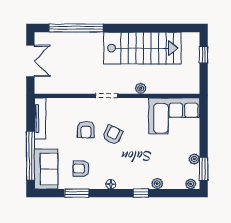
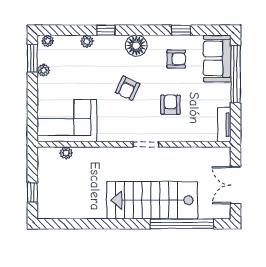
stairs: (142, 48) -> (152, 200), moved
plant: (141, 88) -> (66, 153), moved
tv unit: (40, 119) -> (224, 125), width x0.71
armchair: (113, 135) -> (128, 88), moved
floor lamp: (111, 184) -> (136, 46), width x1.89, depth x1.89
window: (77, 193) -> (181, 30), width x0.67

